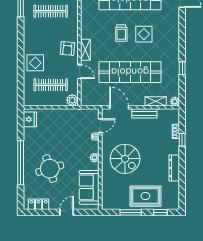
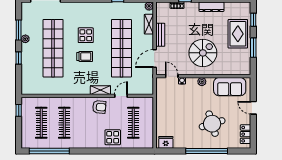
plant: (72, 100) -> (148, 103), removed

